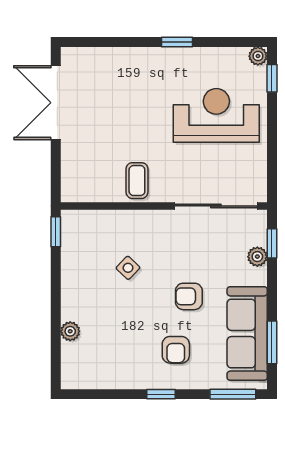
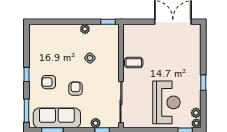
plant: (237, 57) -> (196, 113), added
plant: (70, 331) -> (85, 29), moved

